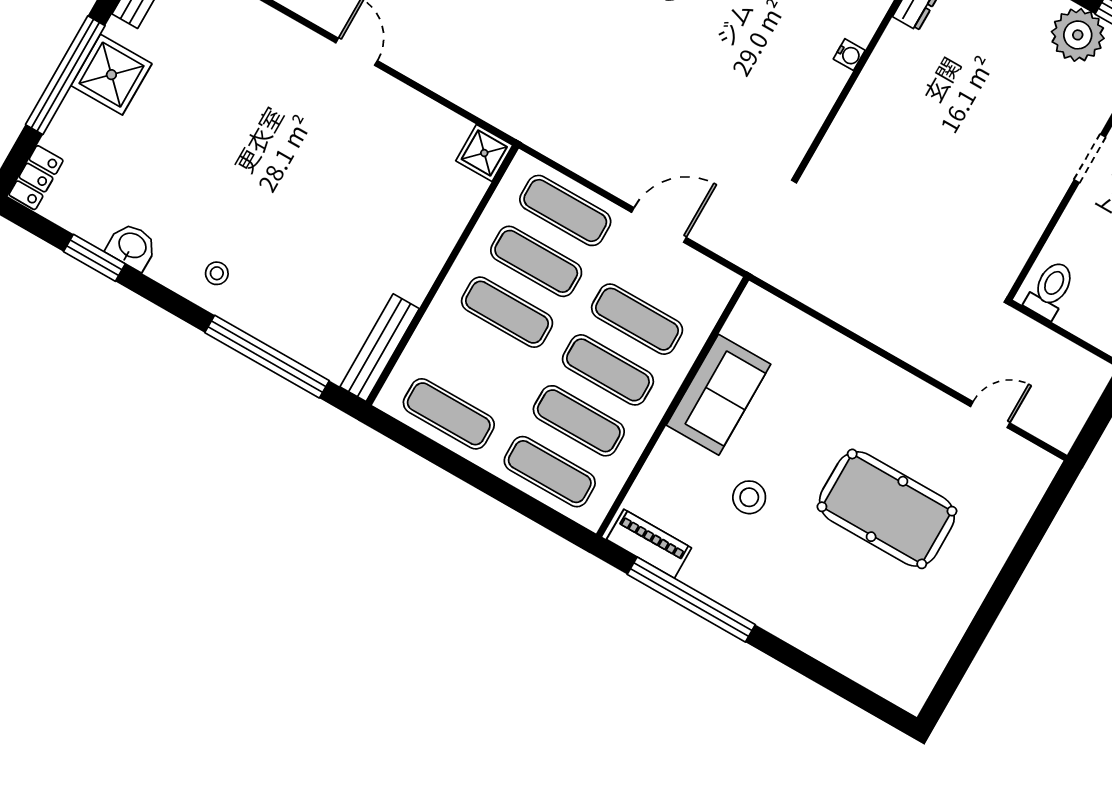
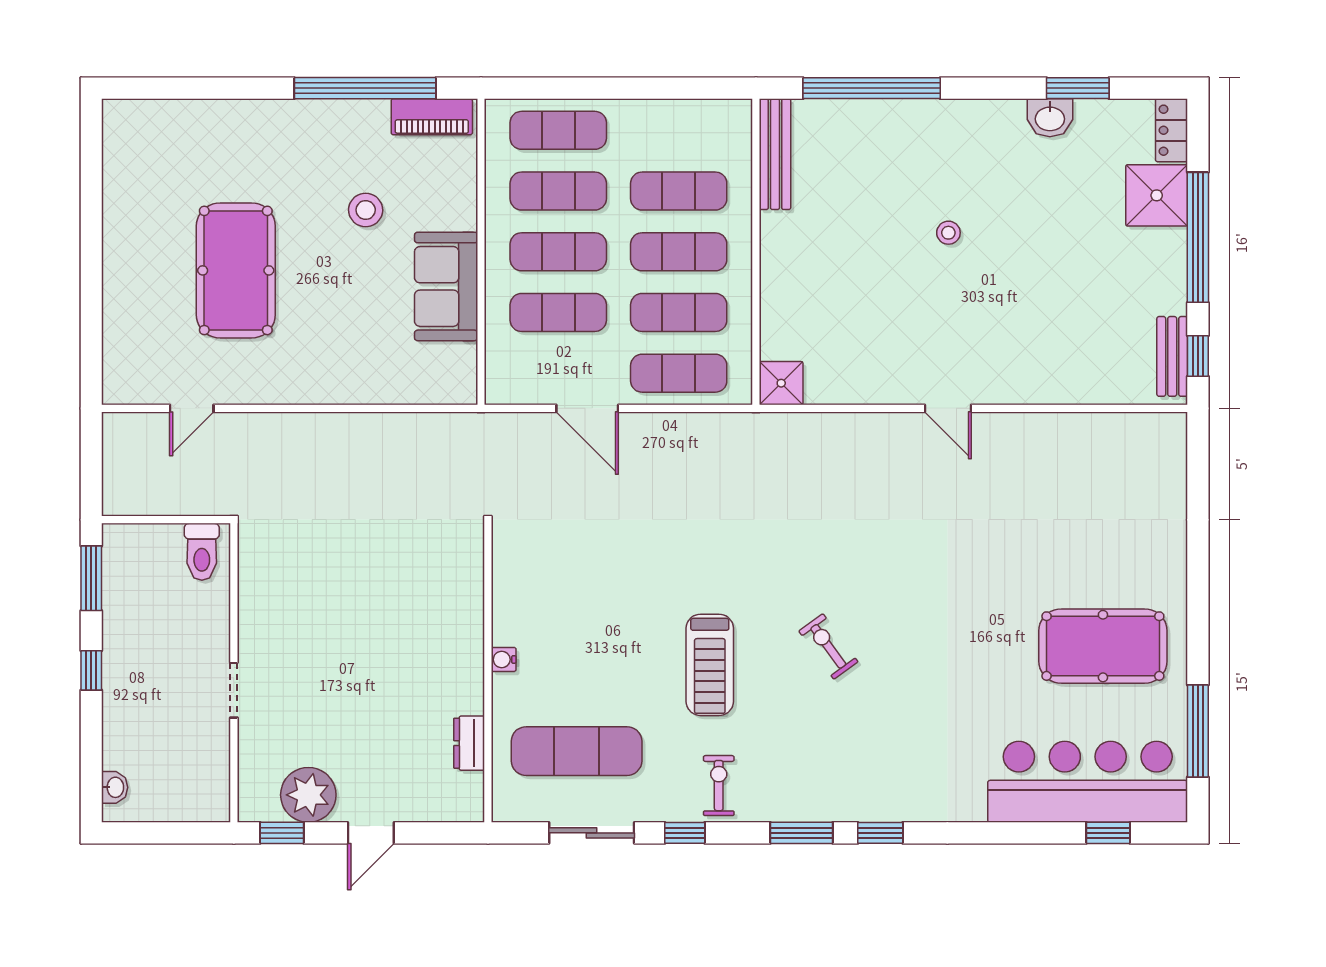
shower: (111, 75) -> (1157, 195), moved
door: (659, 225) -> (587, 408), hinge flipped
stool: (217, 273) -> (948, 233), moved
exercise mat: (449, 414) -> (679, 191), moved
pool table: (887, 509) -> (236, 270), turned 90

